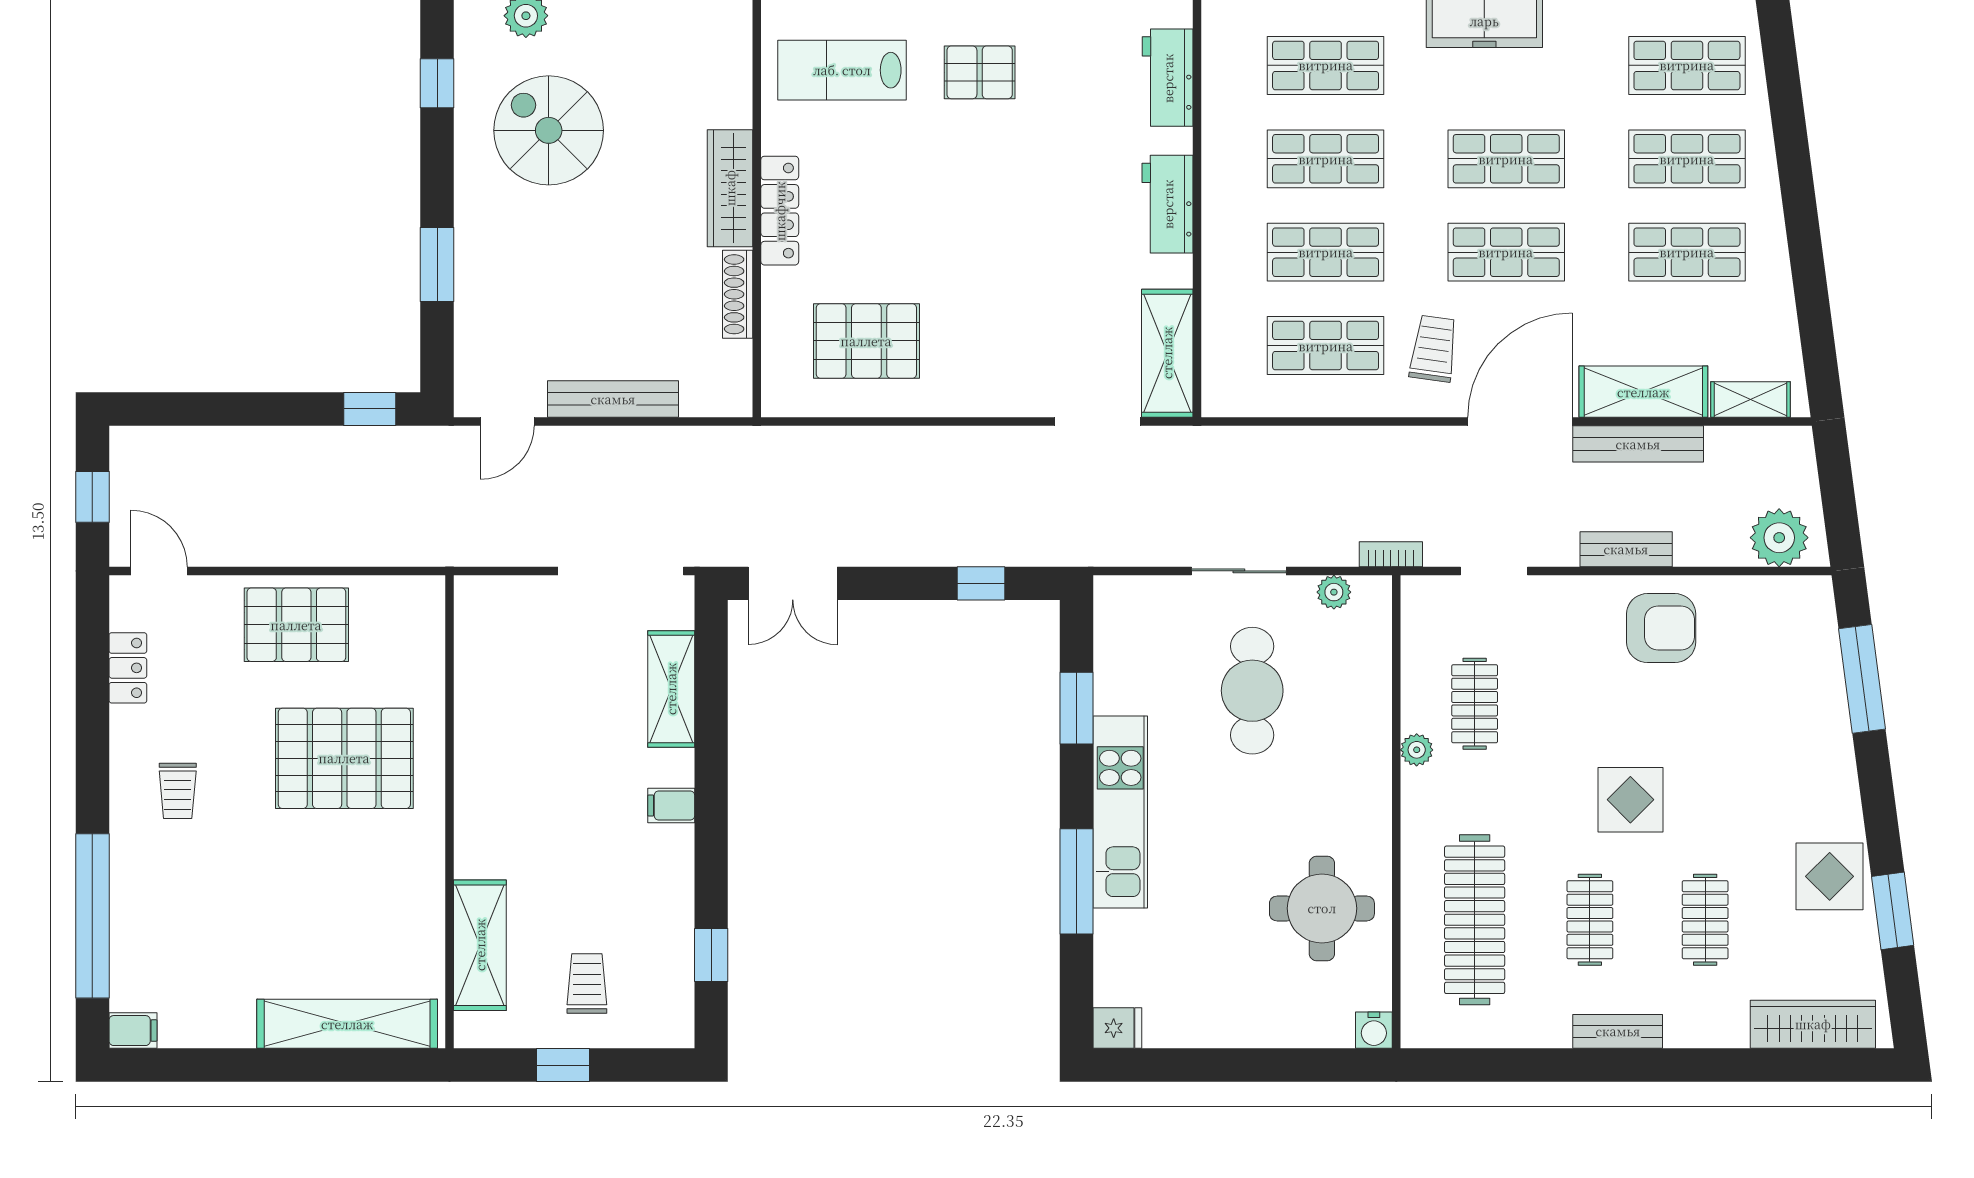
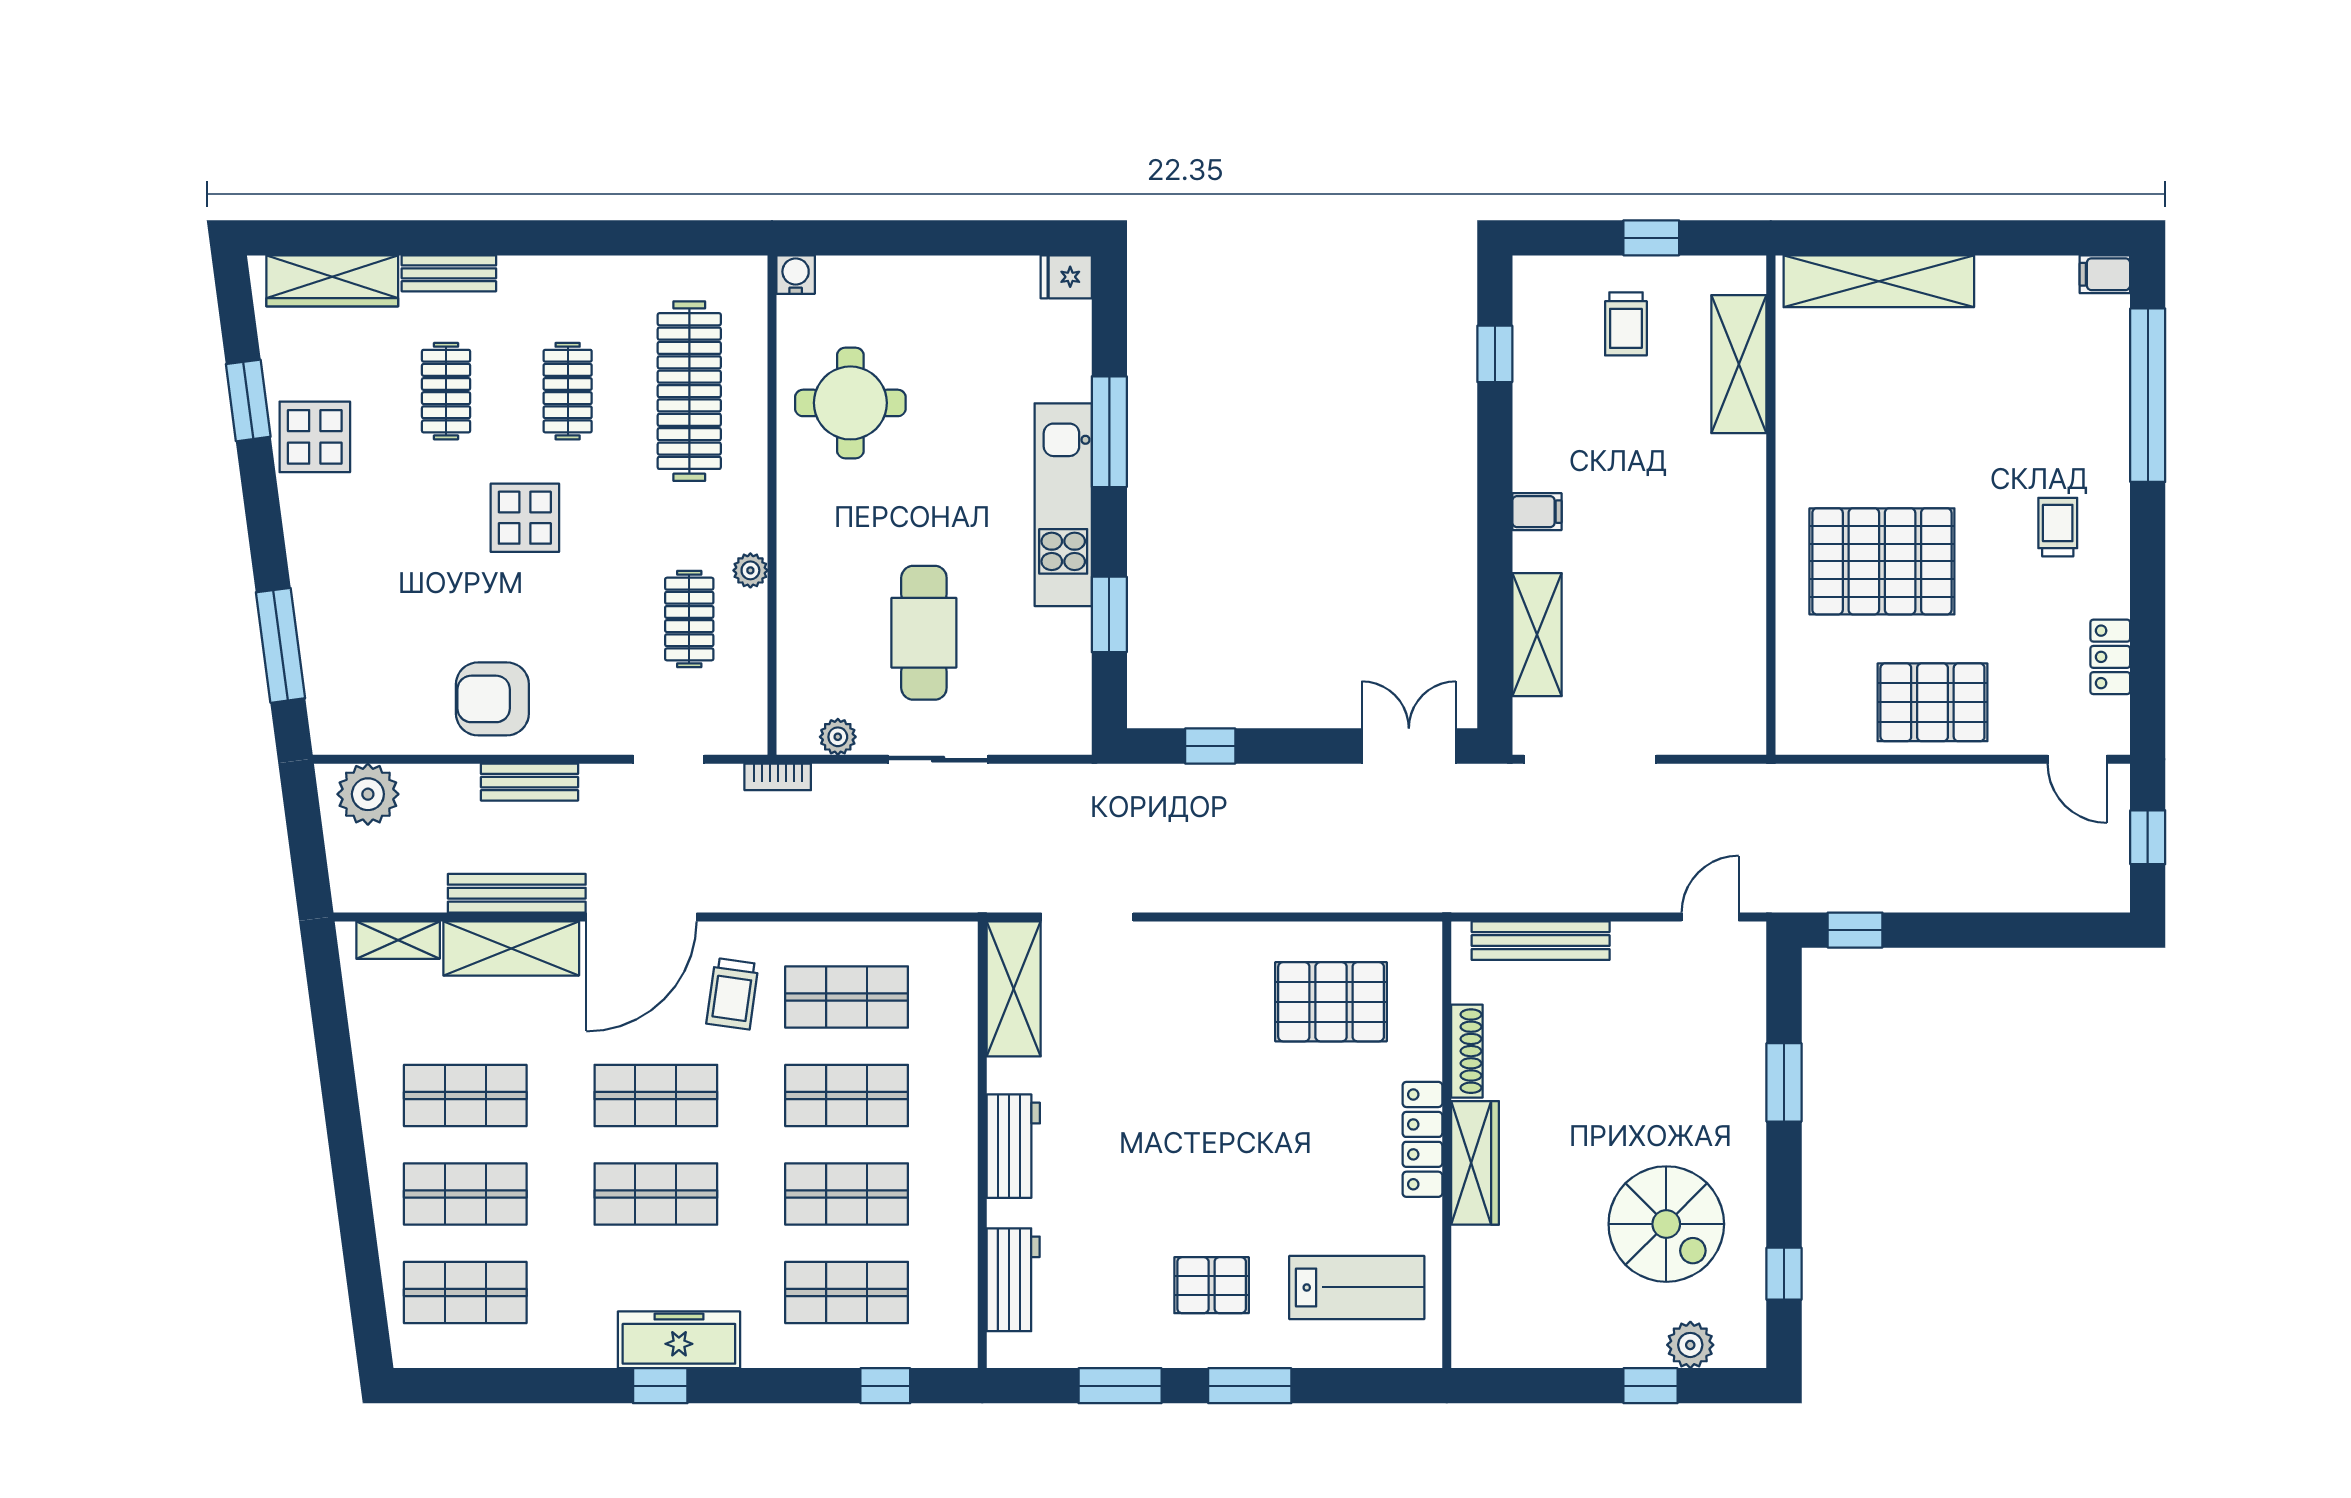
bench: (613, 399) -> (1541, 941), moved
bench: (1618, 1031) -> (449, 273), moved

